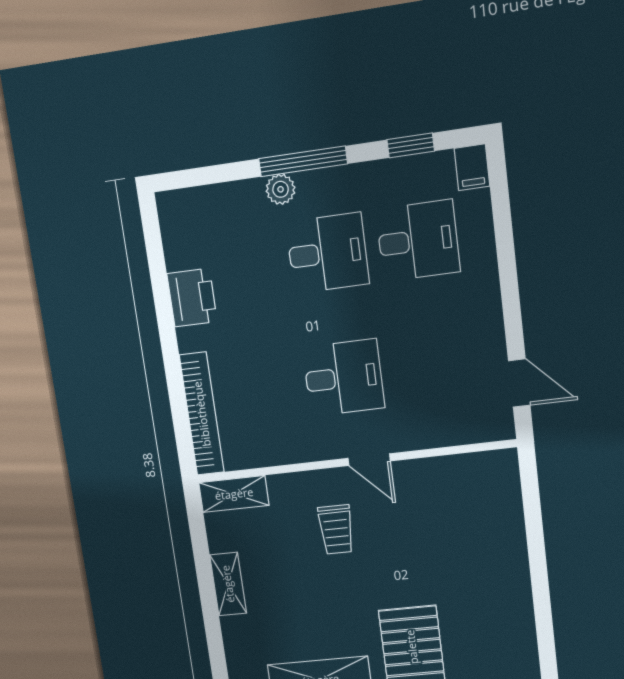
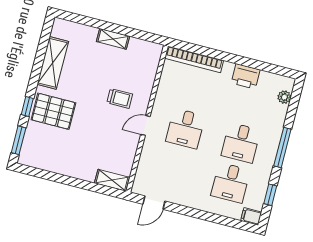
plant: (281, 189) -> (284, 97), moved
shelving: (234, 494) -> (112, 180), moved, turned 90
trolley: (336, 529) -> (120, 98), turned 180

